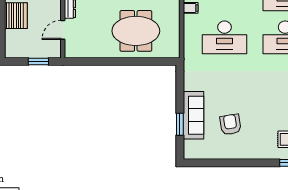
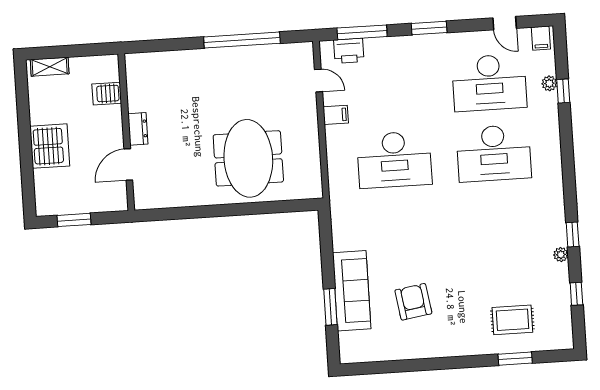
meeting table: (136, 31) -> (248, 158), turned 90
window: (38, 61) -> (74, 220), moved

